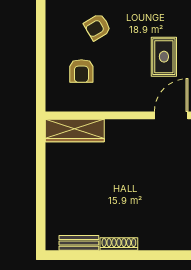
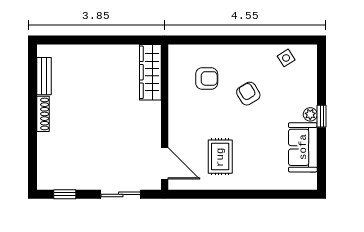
rug: (164, 57) -> (220, 157), turned 90
armchair: (81, 71) -> (207, 78), turned 180

